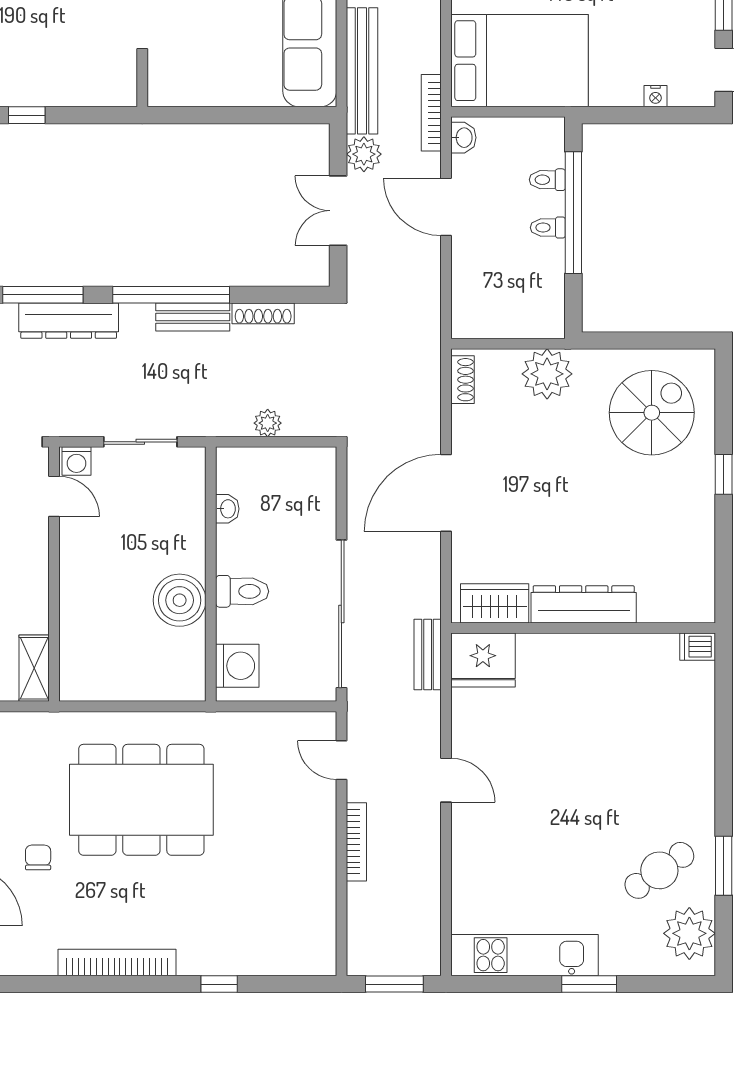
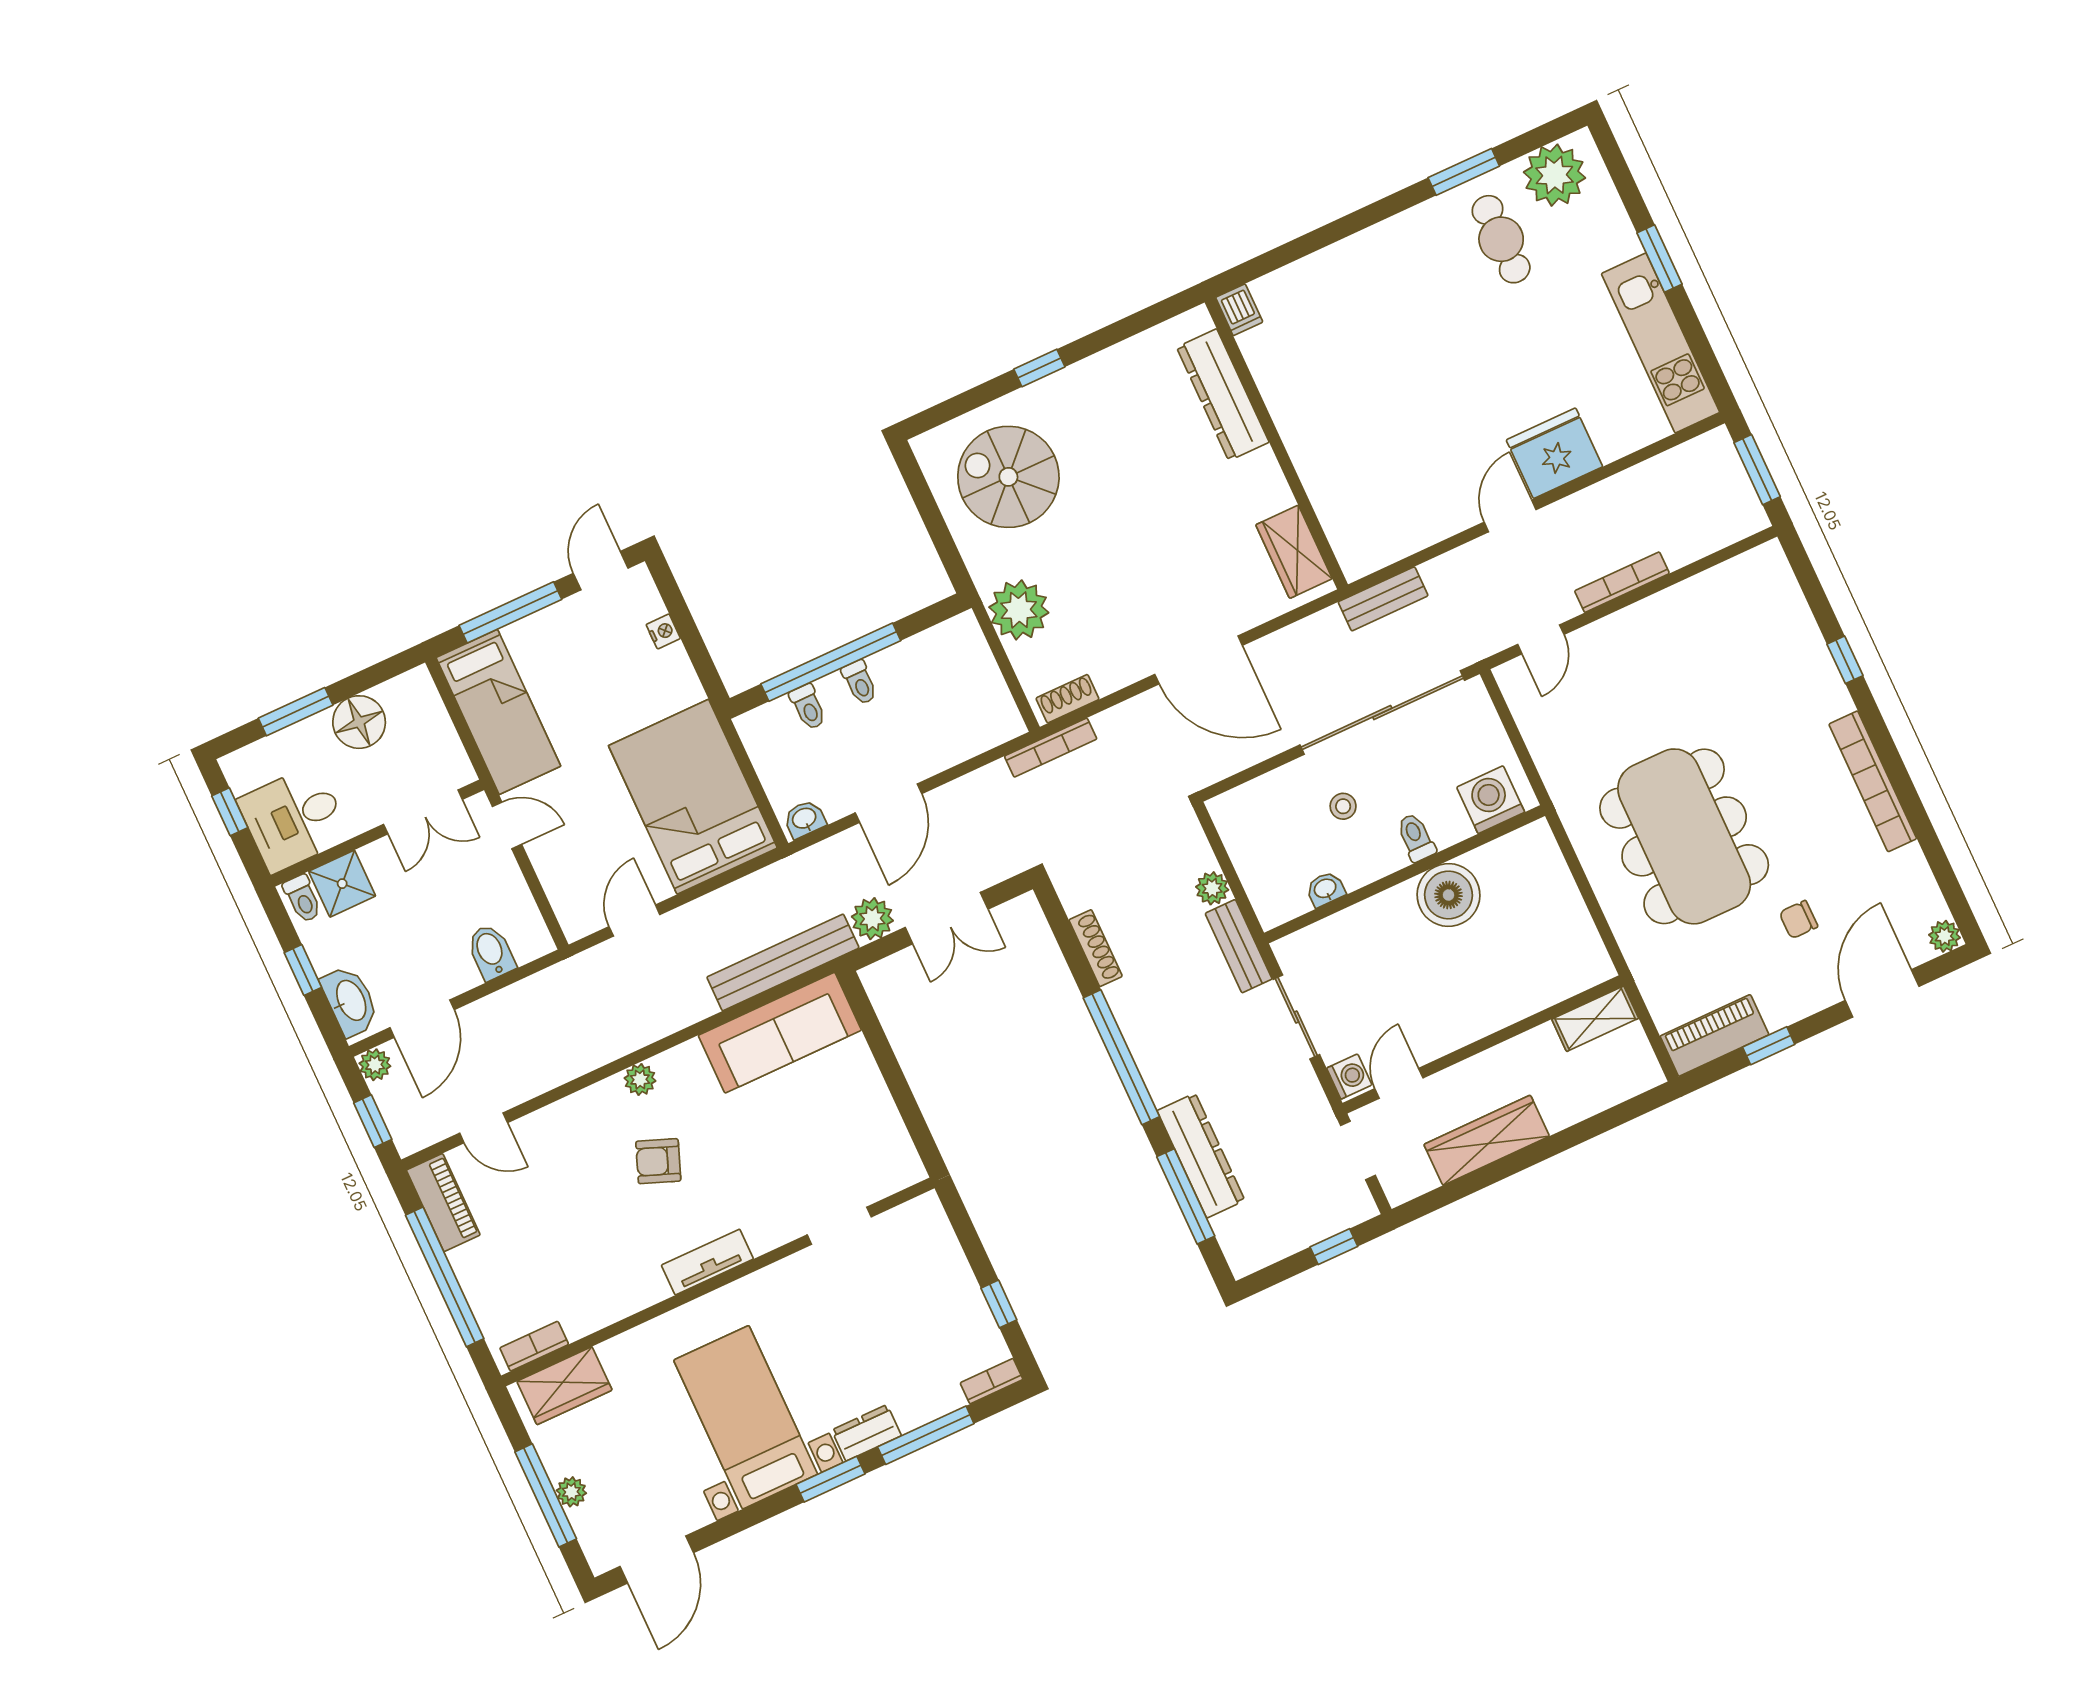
bookcase: (431, 113) -> (1051, 748), moved
bench: (193, 317) -> (1239, 946), moved
stool: (284, 551) -> (1343, 806), added
toilet: (242, 591) -> (1416, 837), width x0.73, depth x0.72
dresser: (584, 604) -> (1223, 395), moved
fridge: (483, 660) -> (1554, 453), moved, turned -90
cafe table: (659, 870) -> (1501, 239), turned 35

